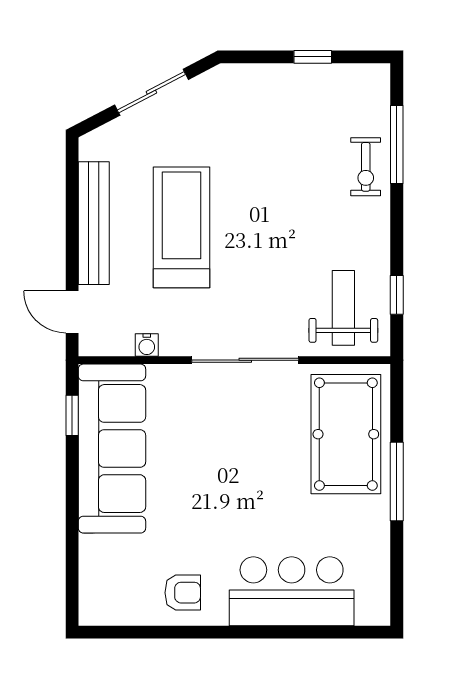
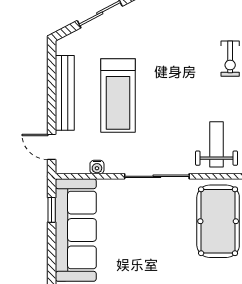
treadmill: (181, 227) -> (118, 96), turned 180

